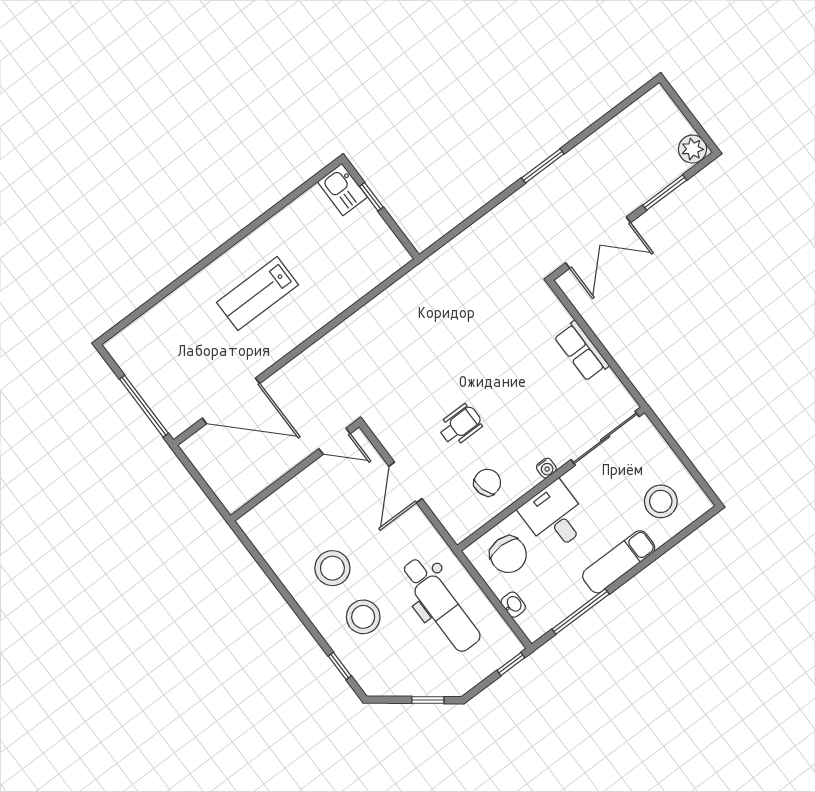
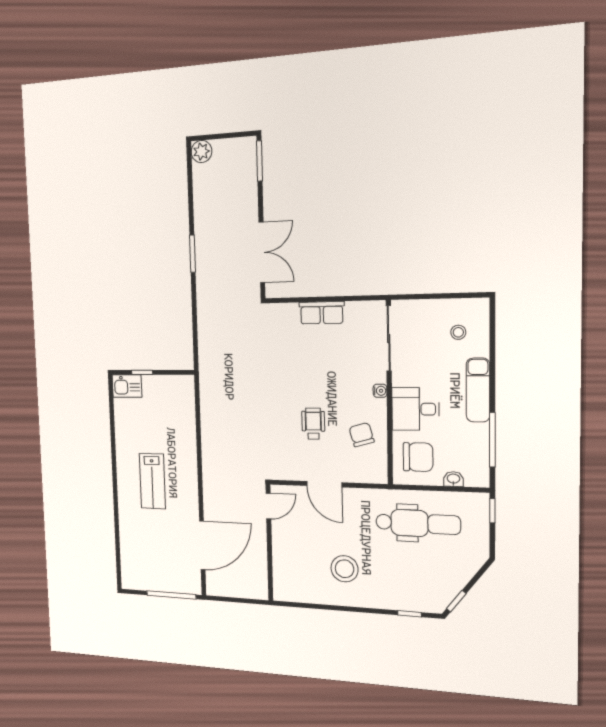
plant: (692, 149) -> (201, 152), moved
window: (665, 193) -> (259, 161), moved
stool: (661, 501) -> (458, 332), width x0.53, depth x0.53
stool: (363, 617) -> (389, 575), removed
window: (428, 700) -> (456, 601), moved

